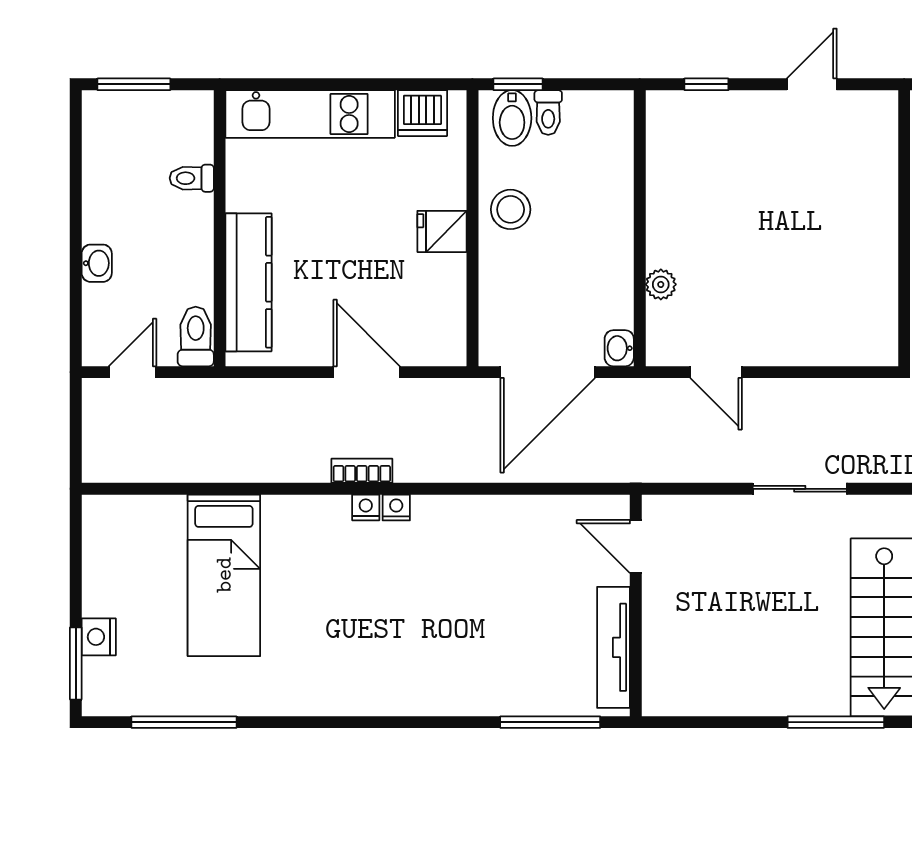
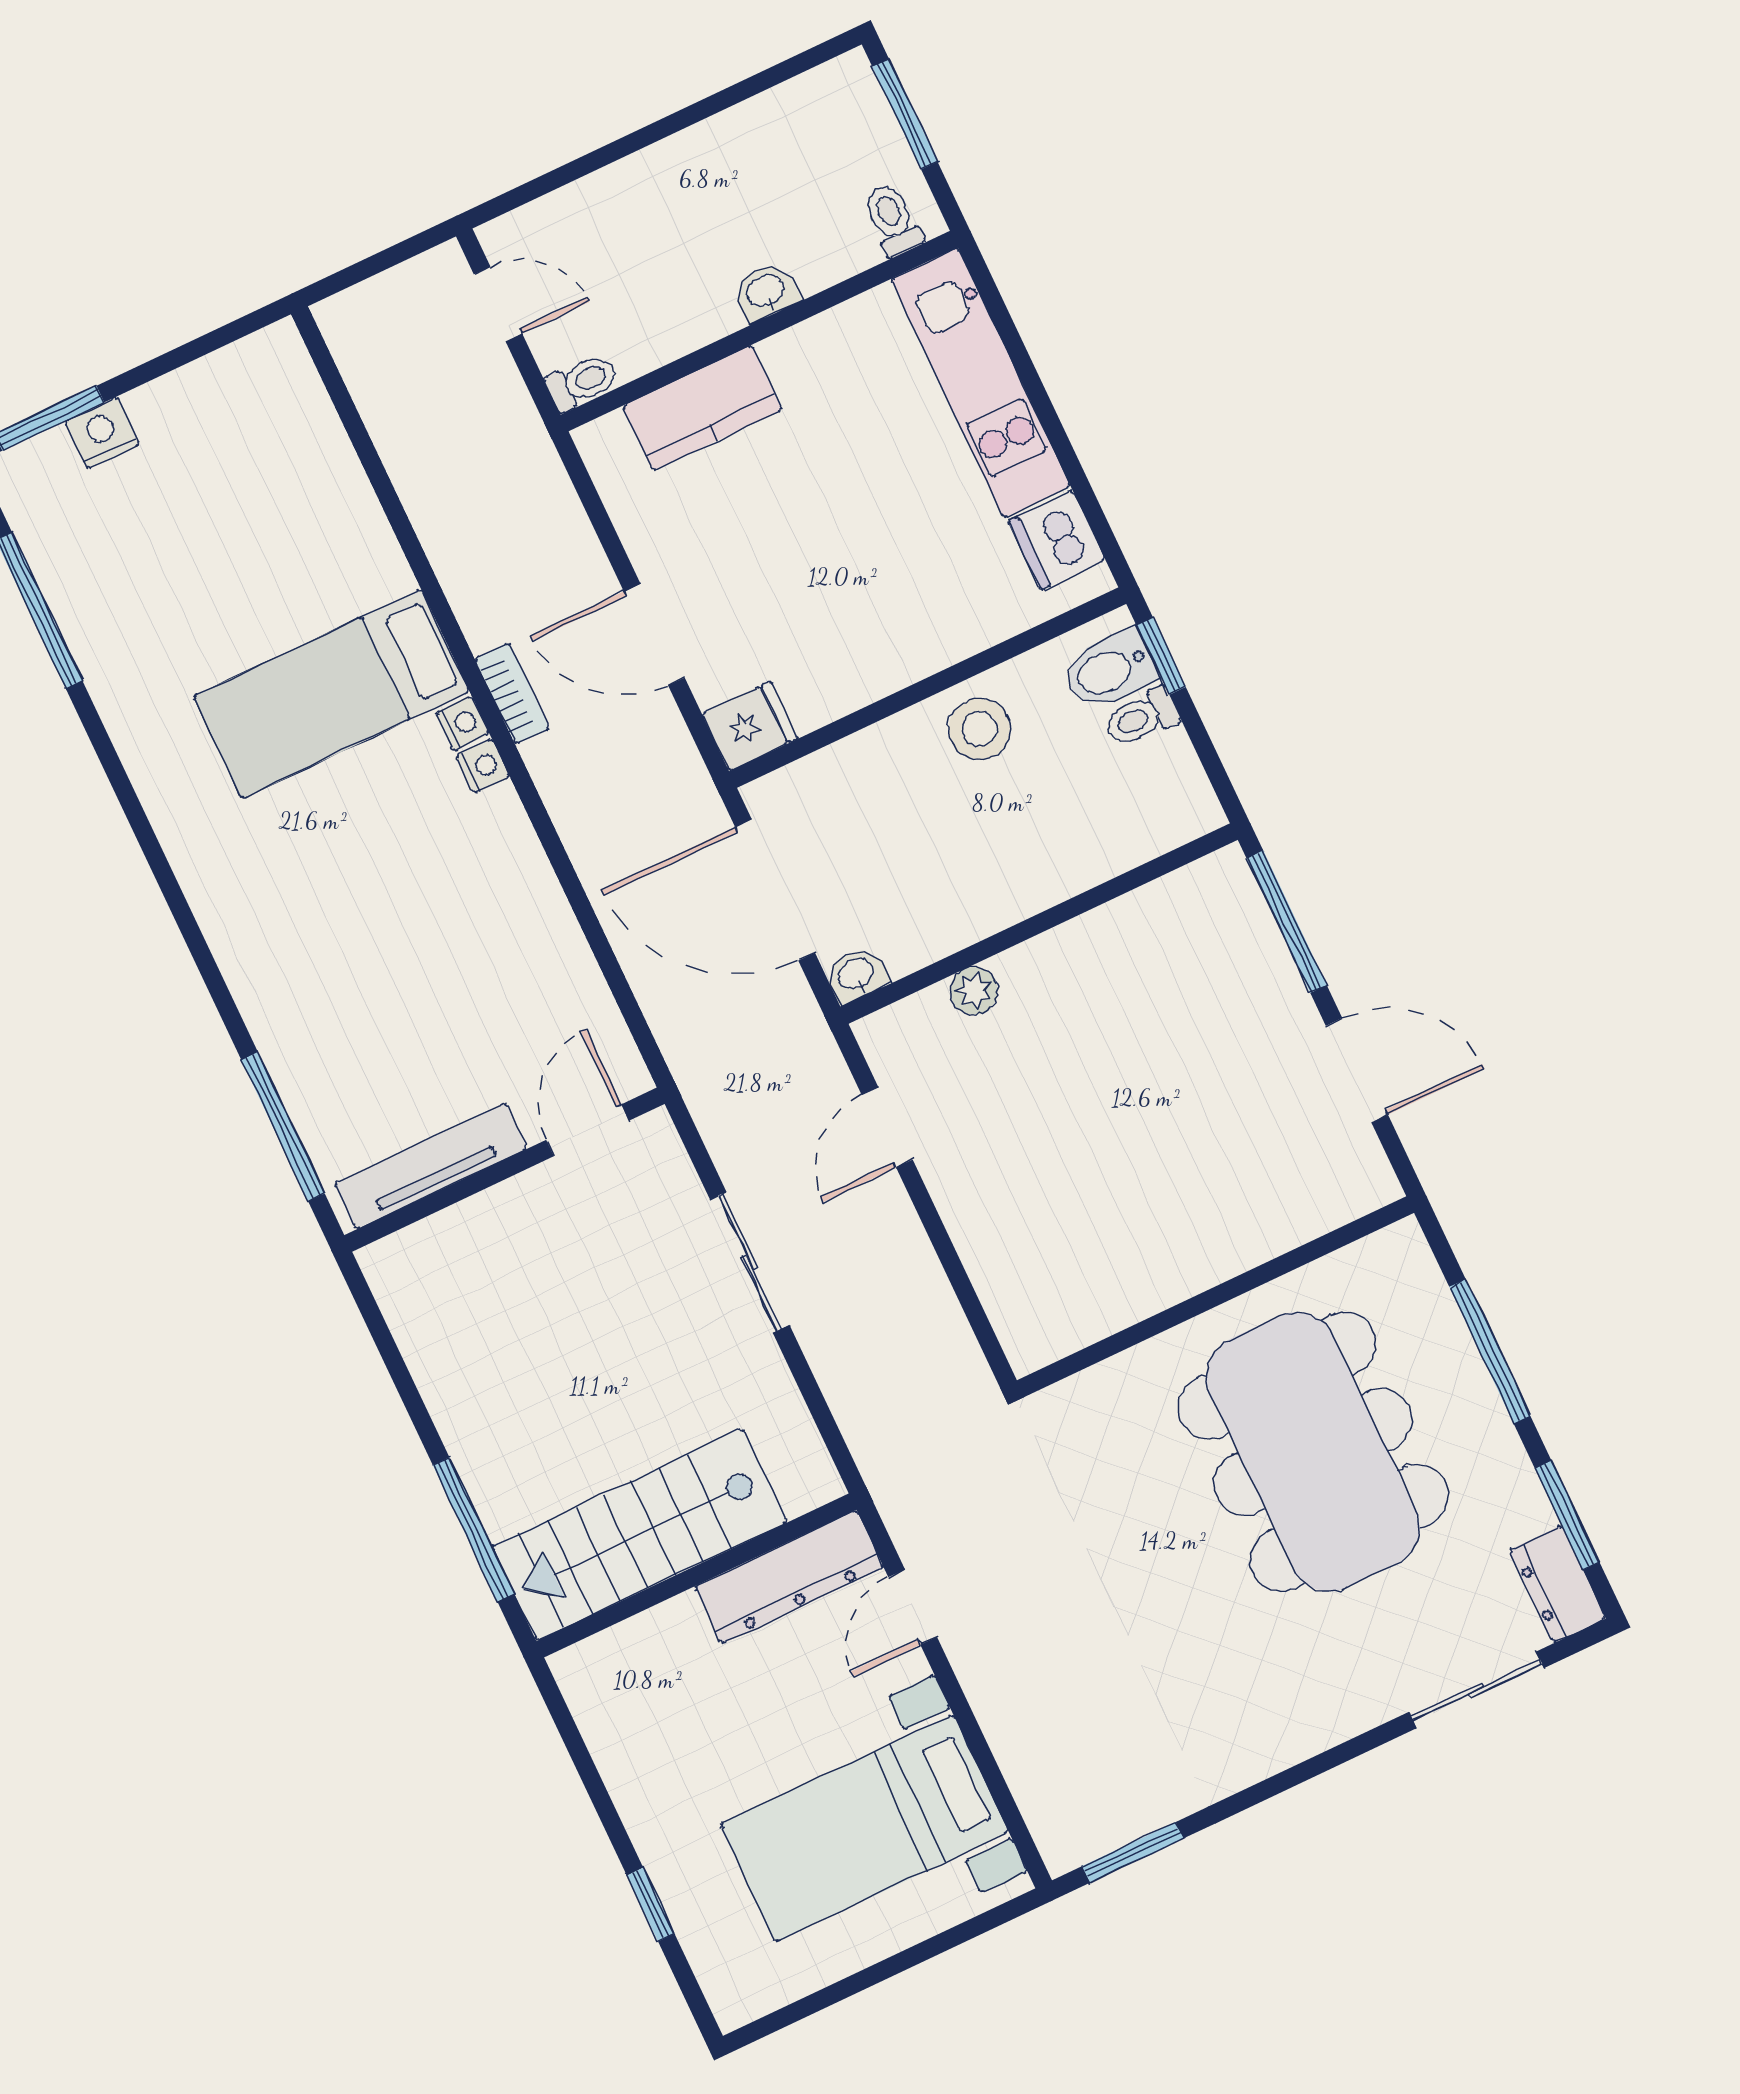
window: (706, 84) -> (1287, 922), width x2.17
door: (812, 84) -> (1357, 1070), width x1.37
toilet: (192, 178) -> (893, 220), moved
fridge: (442, 231) -> (750, 726), moved, turned 90
washbasin: (97, 263) -> (766, 292), moved, turned 180
kitchen counter: (248, 282) -> (702, 408), width x0.67
toilet: (196, 336) -> (582, 382), width x0.73, depth x0.72
door: (367, 372) -> (654, 634), swing flipped
sliding door: (800, 489) -> (750, 1262), moved
bed: (224, 575) -> (332, 694), moved

